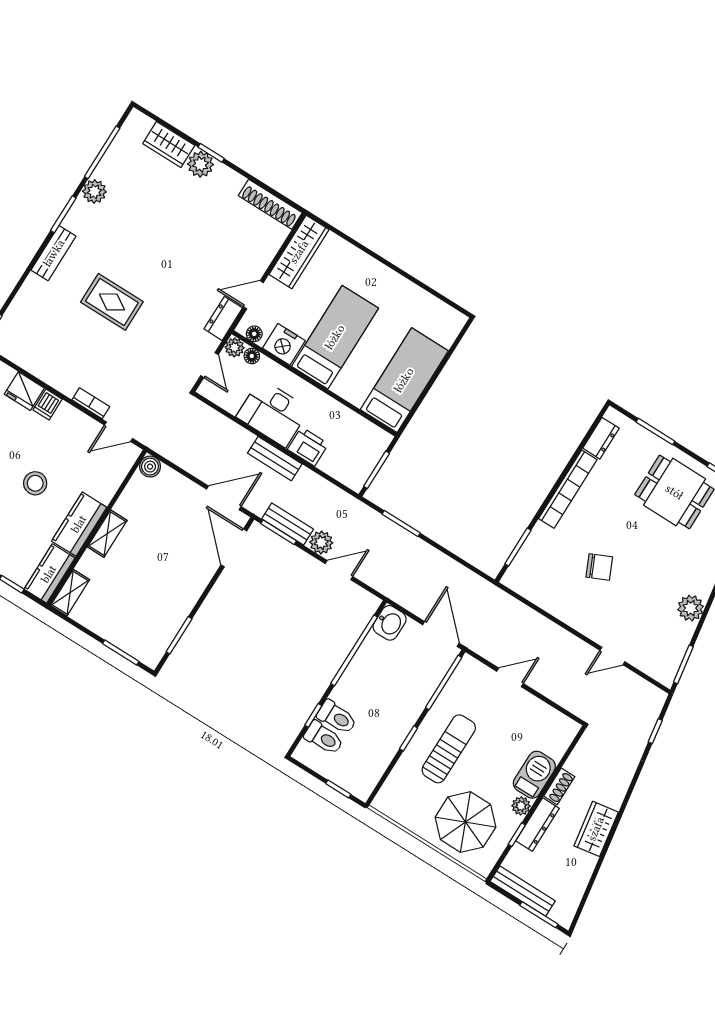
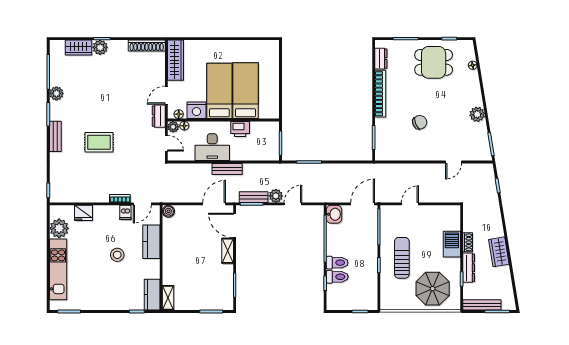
bed: (404, 380) -> (245, 91), moved
dishwasher: (48, 405) -> (125, 212), moved
printer: (308, 447) -> (240, 129), moved, turned 180
kitchen counter: (79, 524) -> (151, 242), moved
shelving: (107, 534) -> (228, 251), moved
door: (441, 634) -> (363, 204), hinge flipped
toilet: (324, 738) -> (337, 263), moved
plant: (521, 806) -> (455, 264), removed

